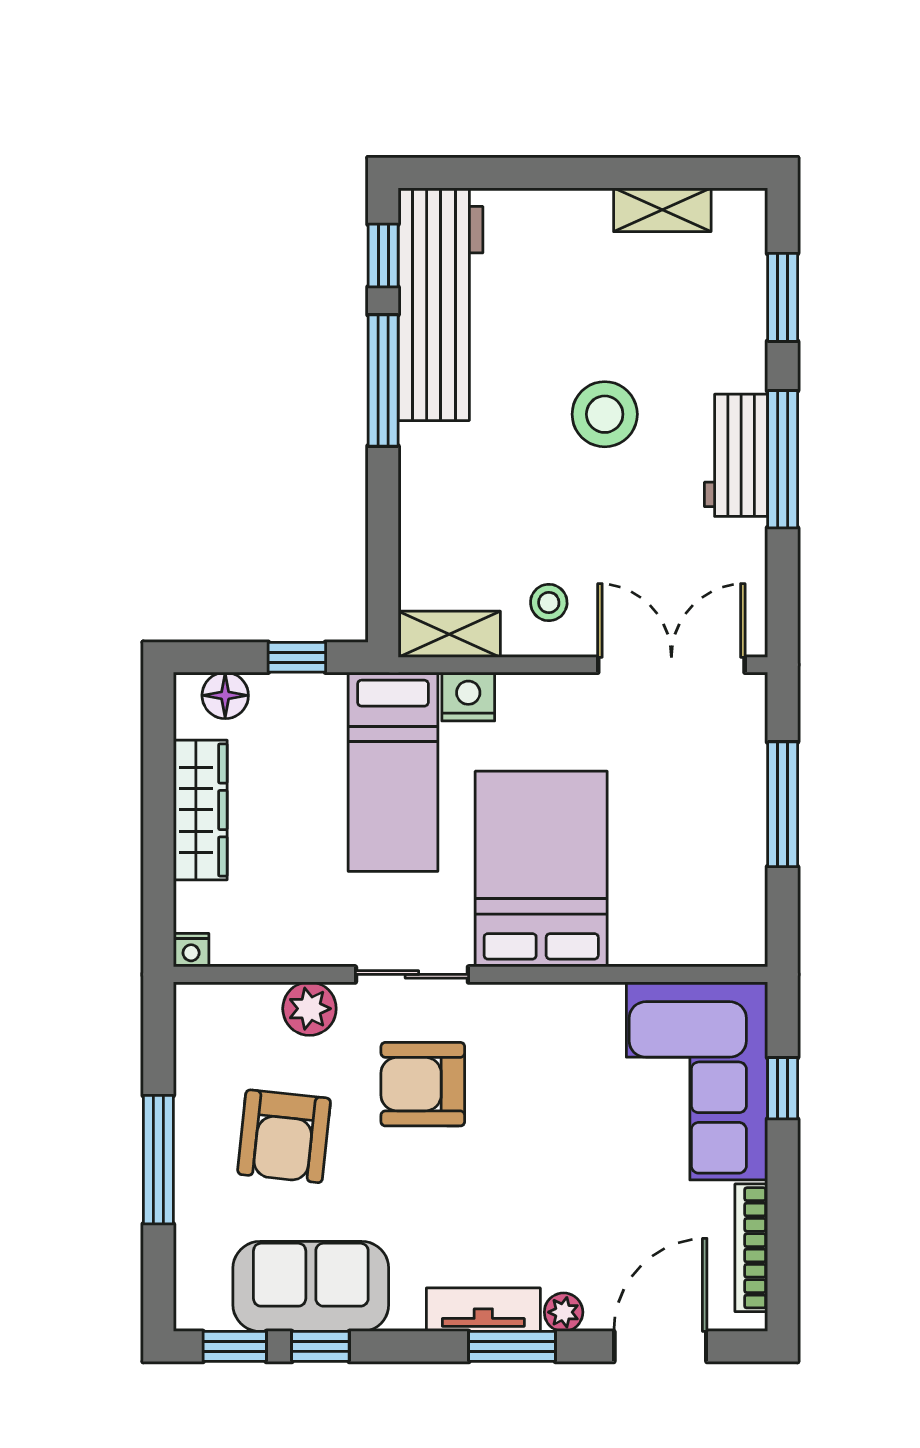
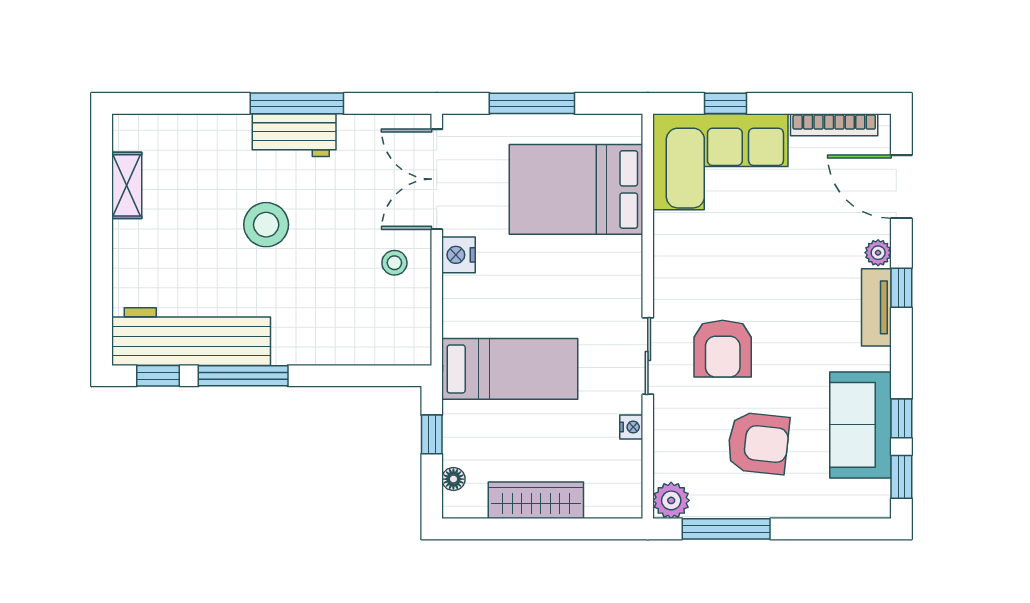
window: (783, 297) -> (186, 103), removed
shelving: (449, 634) -> (416, 331), removed
floor lamp: (225, 695) -> (453, 479), width x0.73, depth x0.73
nightstand: (468, 697) -> (459, 255), moved
bed: (541, 869) -> (576, 189), moved
nightstand: (191, 950) -> (631, 427), moved
plant: (309, 1009) -> (671, 500), moved
window: (158, 1160) -> (726, 529), moved
window: (512, 1346) -> (901, 288), width x0.67

